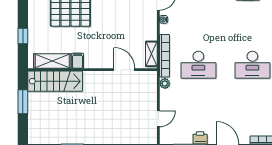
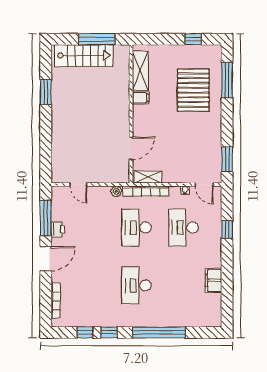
desk: (198, 21) -> (183, 228), added
window: (23, 36) -> (193, 39), moved
stairs: (55, 81) -> (84, 56), moved, turned -90
window: (23, 102) -> (97, 39), width x1.44

